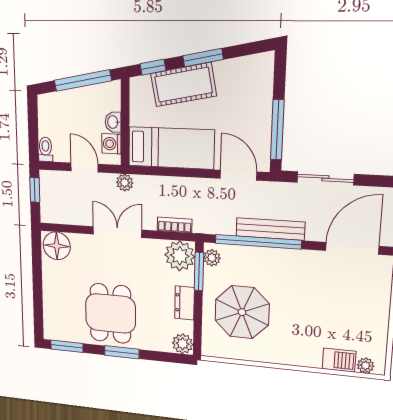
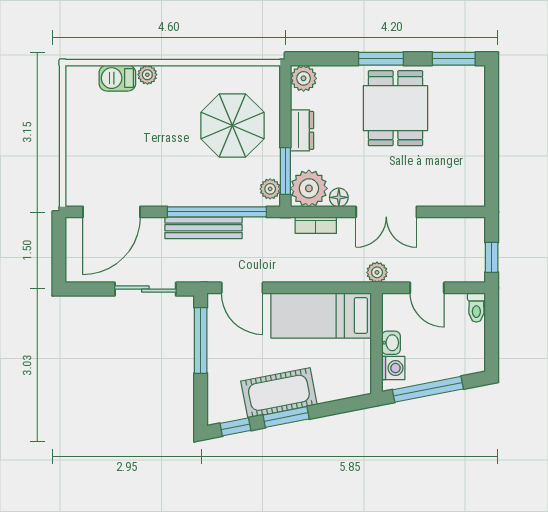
window: (153, 67) -> (235, 427), moved
cot: (183, 85) -> (279, 393), moved
washing machine: (111, 144) -> (393, 368), moved
floor lamp: (57, 246) -> (339, 197), moved, width x0.53, depth x0.53
plant: (365, 366) -> (147, 75), moved

